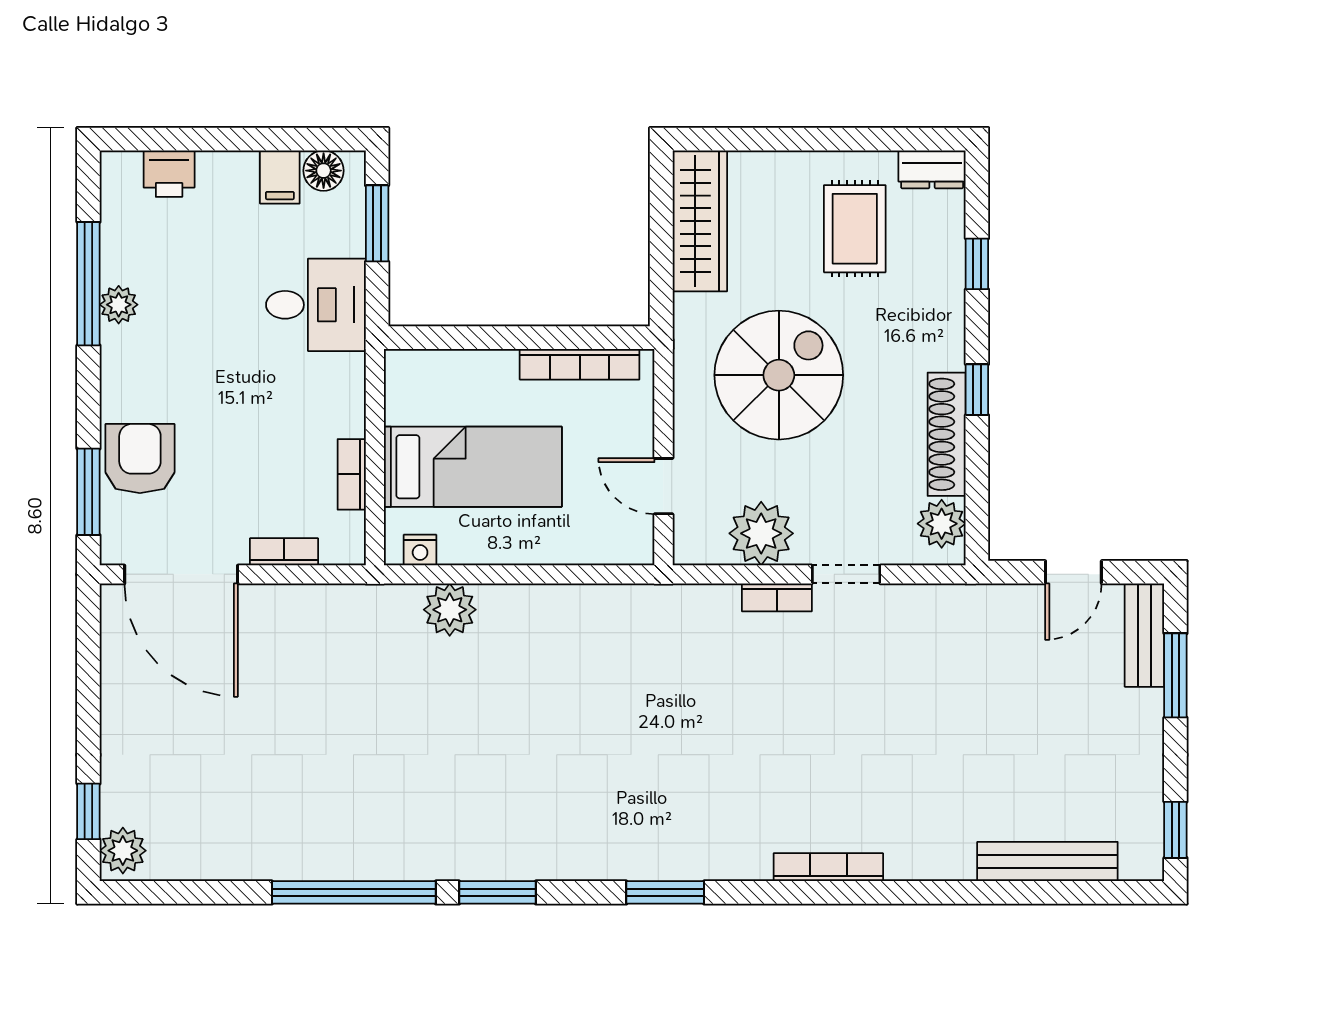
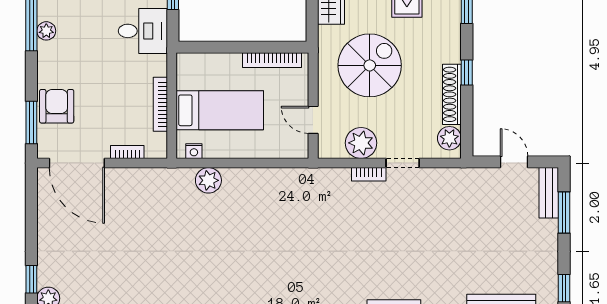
bookcase: (352, 474) -> (160, 104), width x1.56
door: (1073, 572) -> (514, 162), swing flipped

